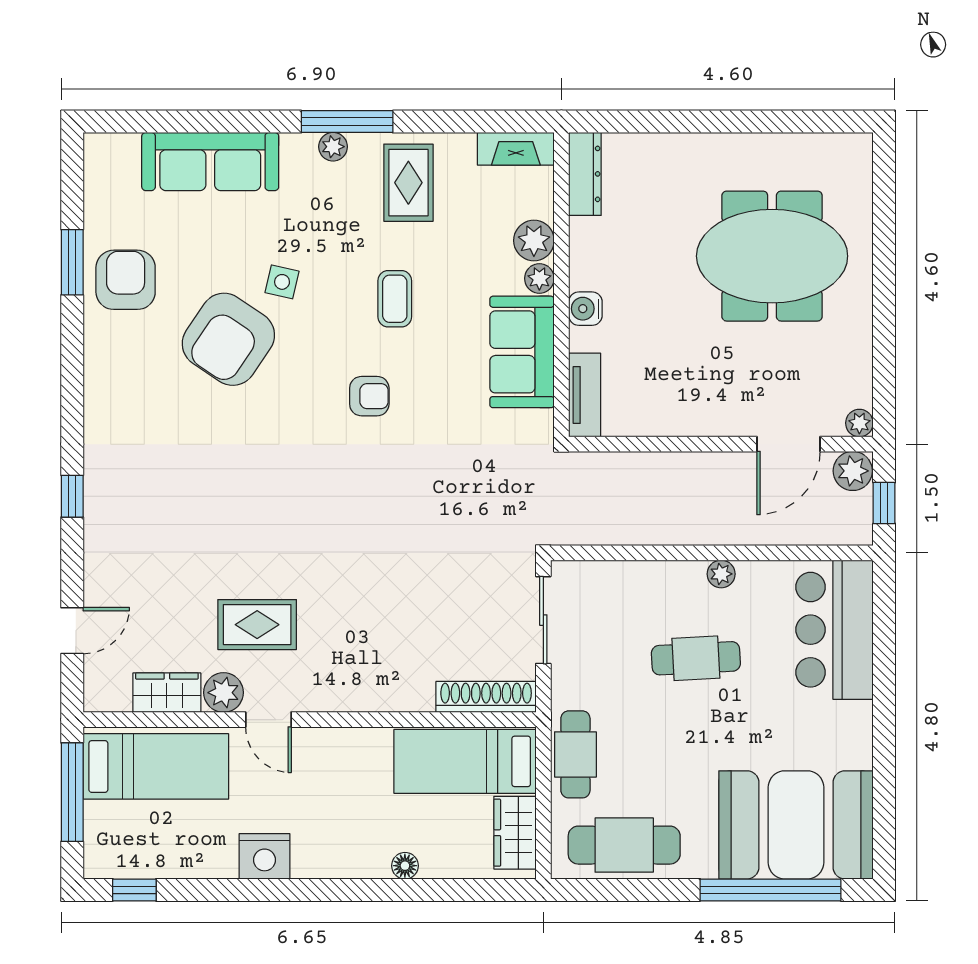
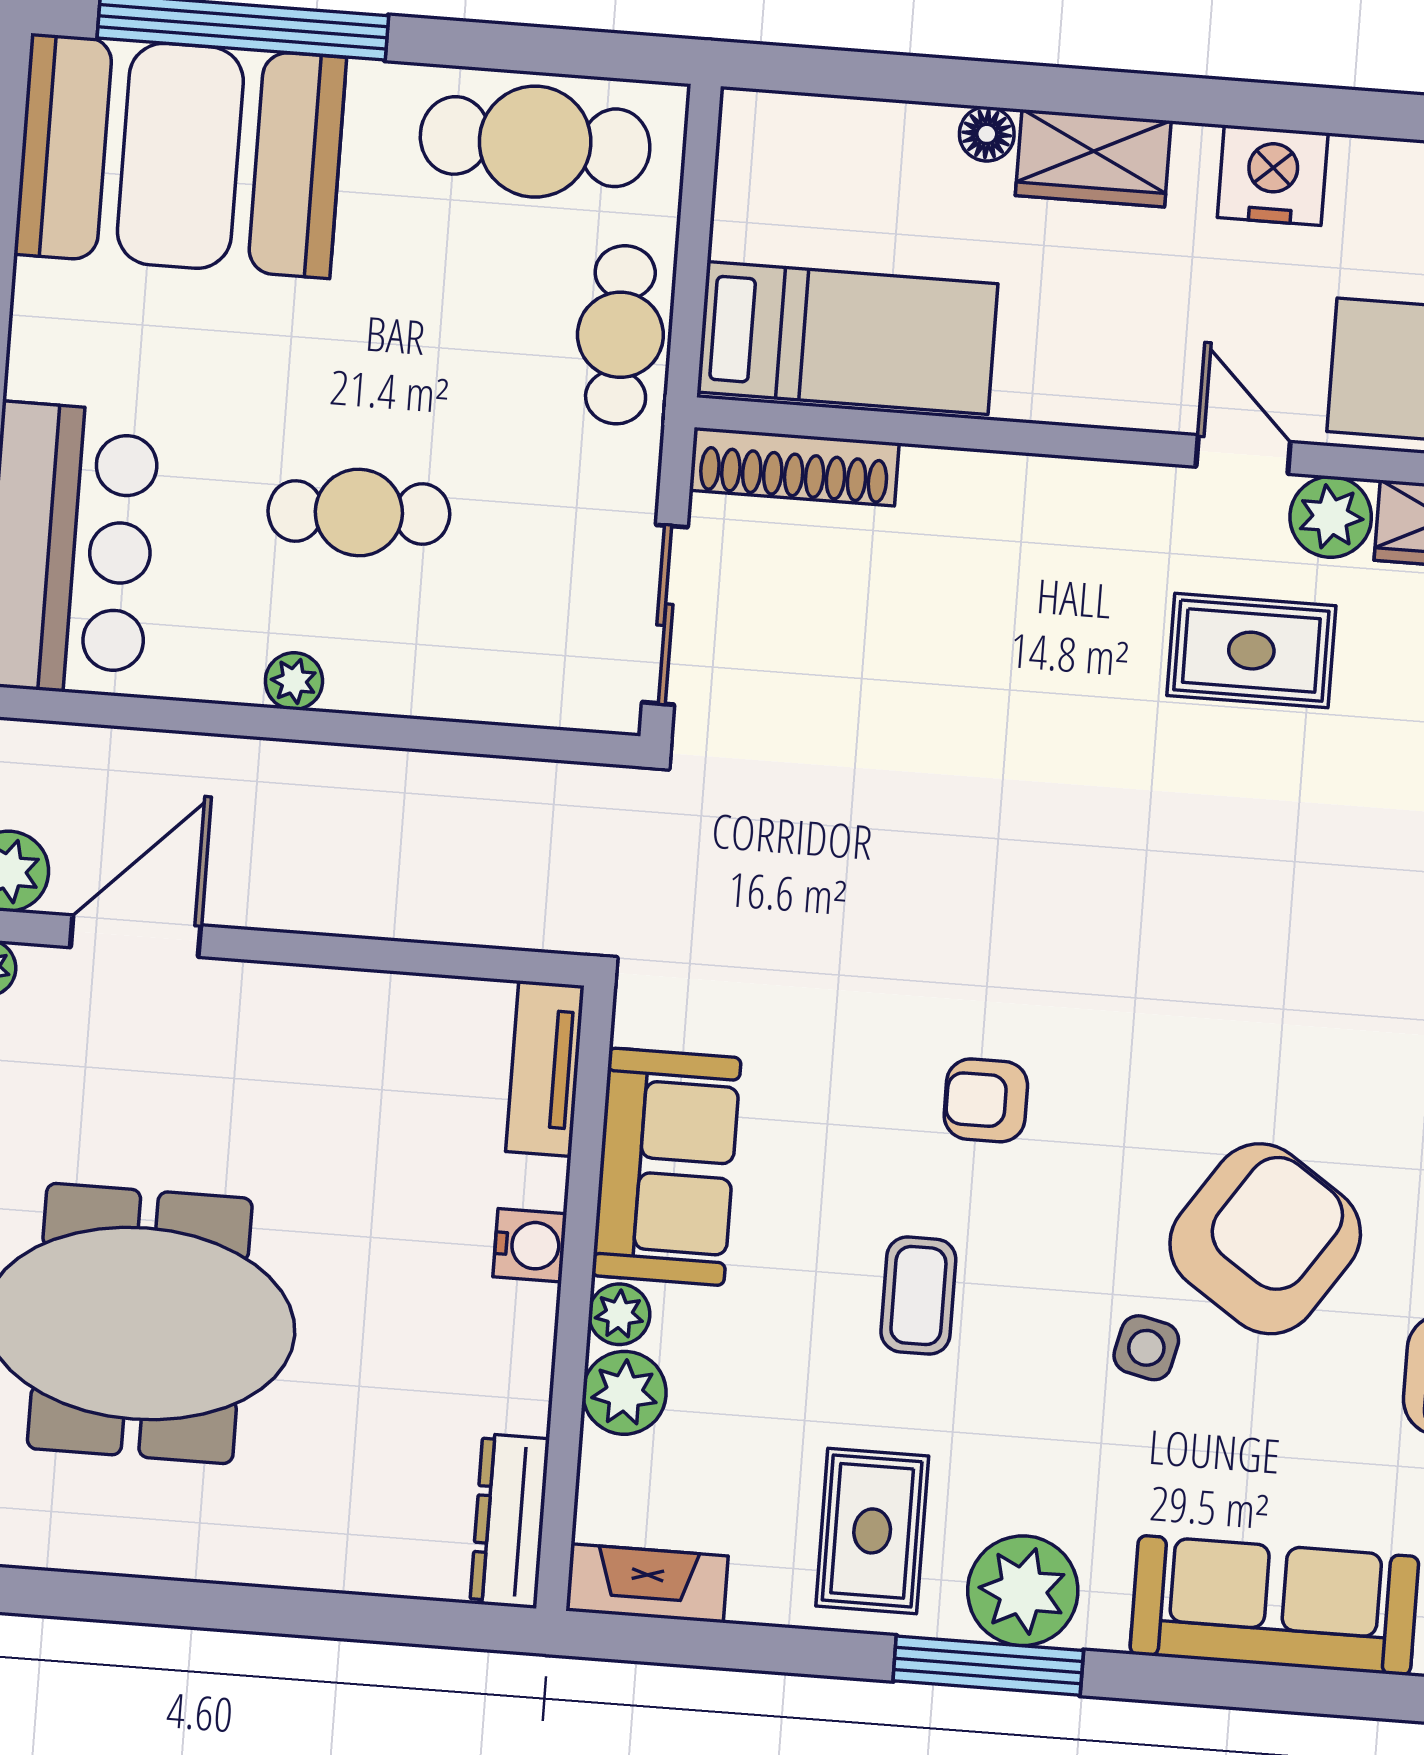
plant: (333, 147) -> (1023, 1591), width x1.88, depth x1.88
wardrobe: (515, 833) -> (1093, 158), moved, turned 90

